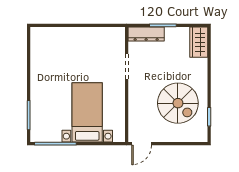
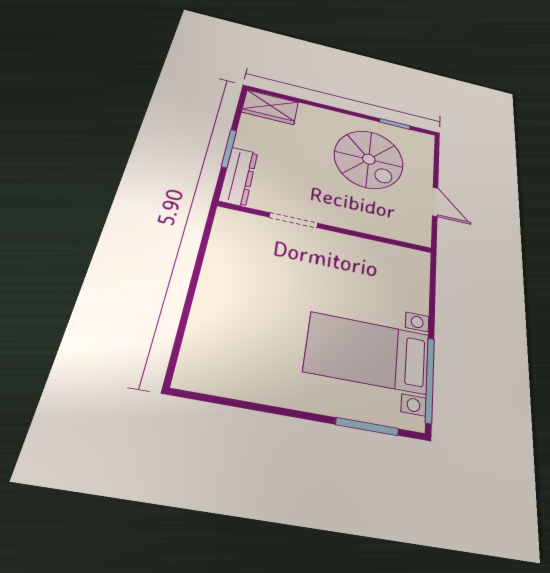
spiral stairs: (178, 103) -> (369, 159), turned 90
bed with nightstands: (87, 112) -> (368, 353), moved
door: (142, 144) -> (435, 202), moved

